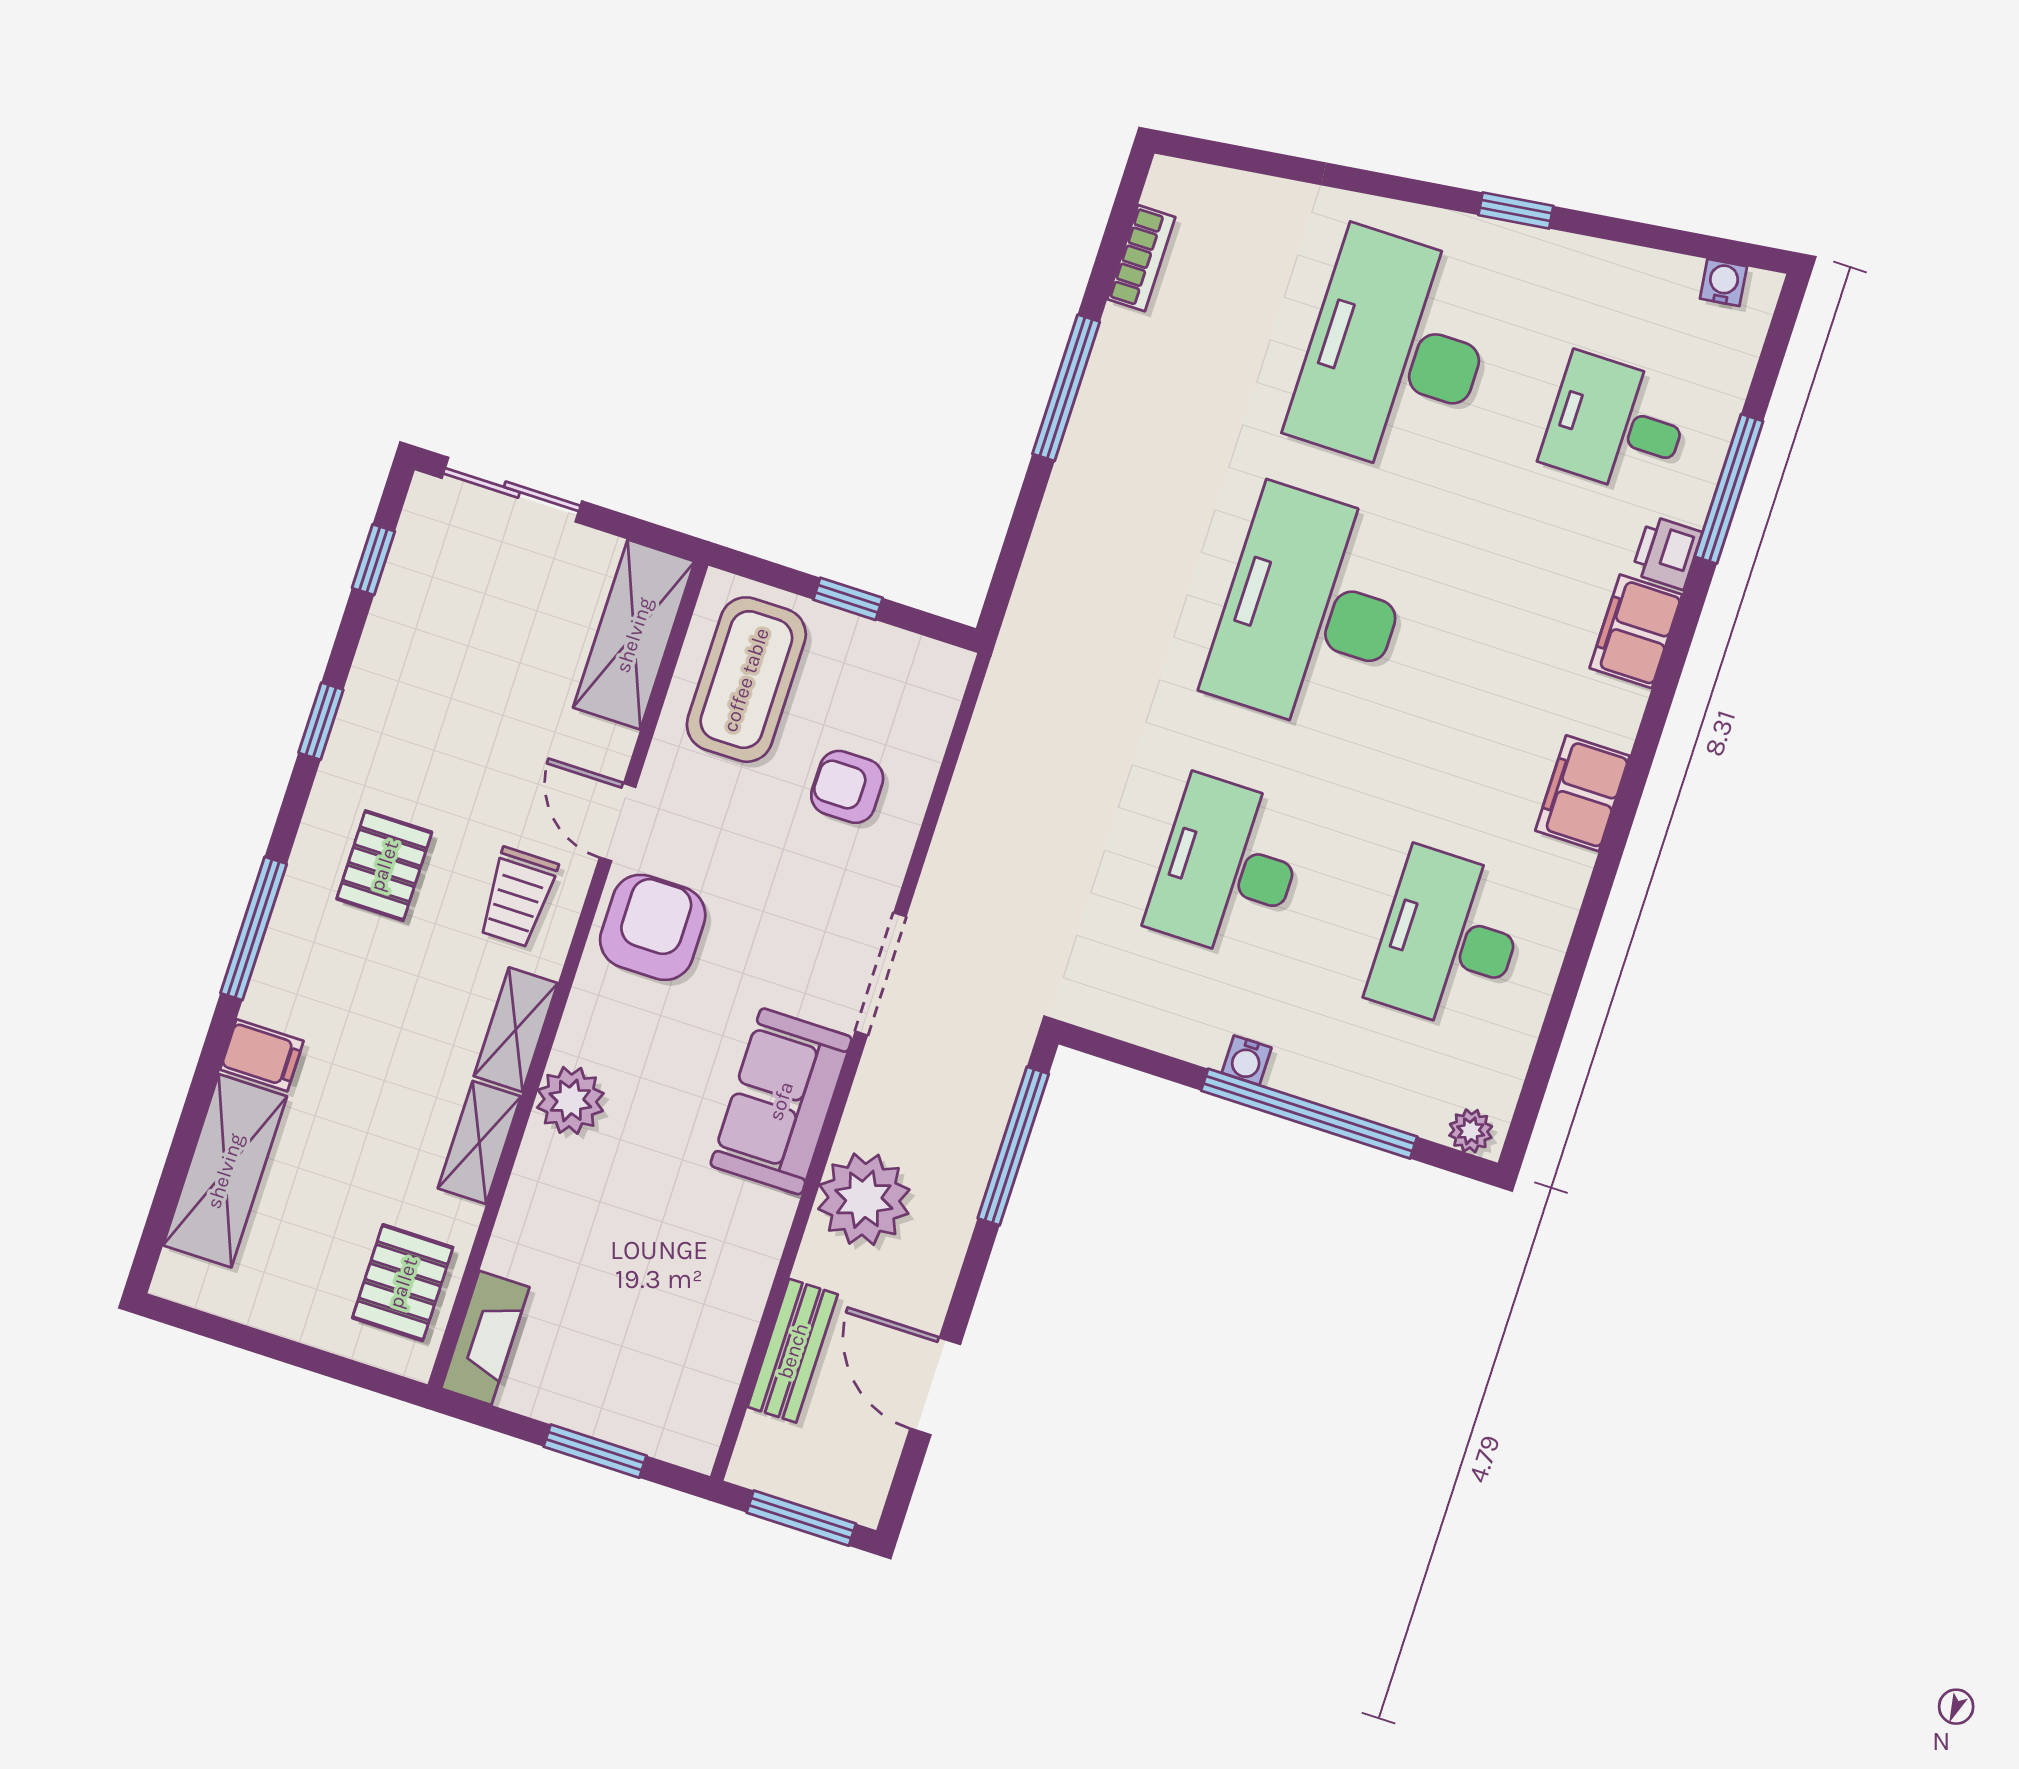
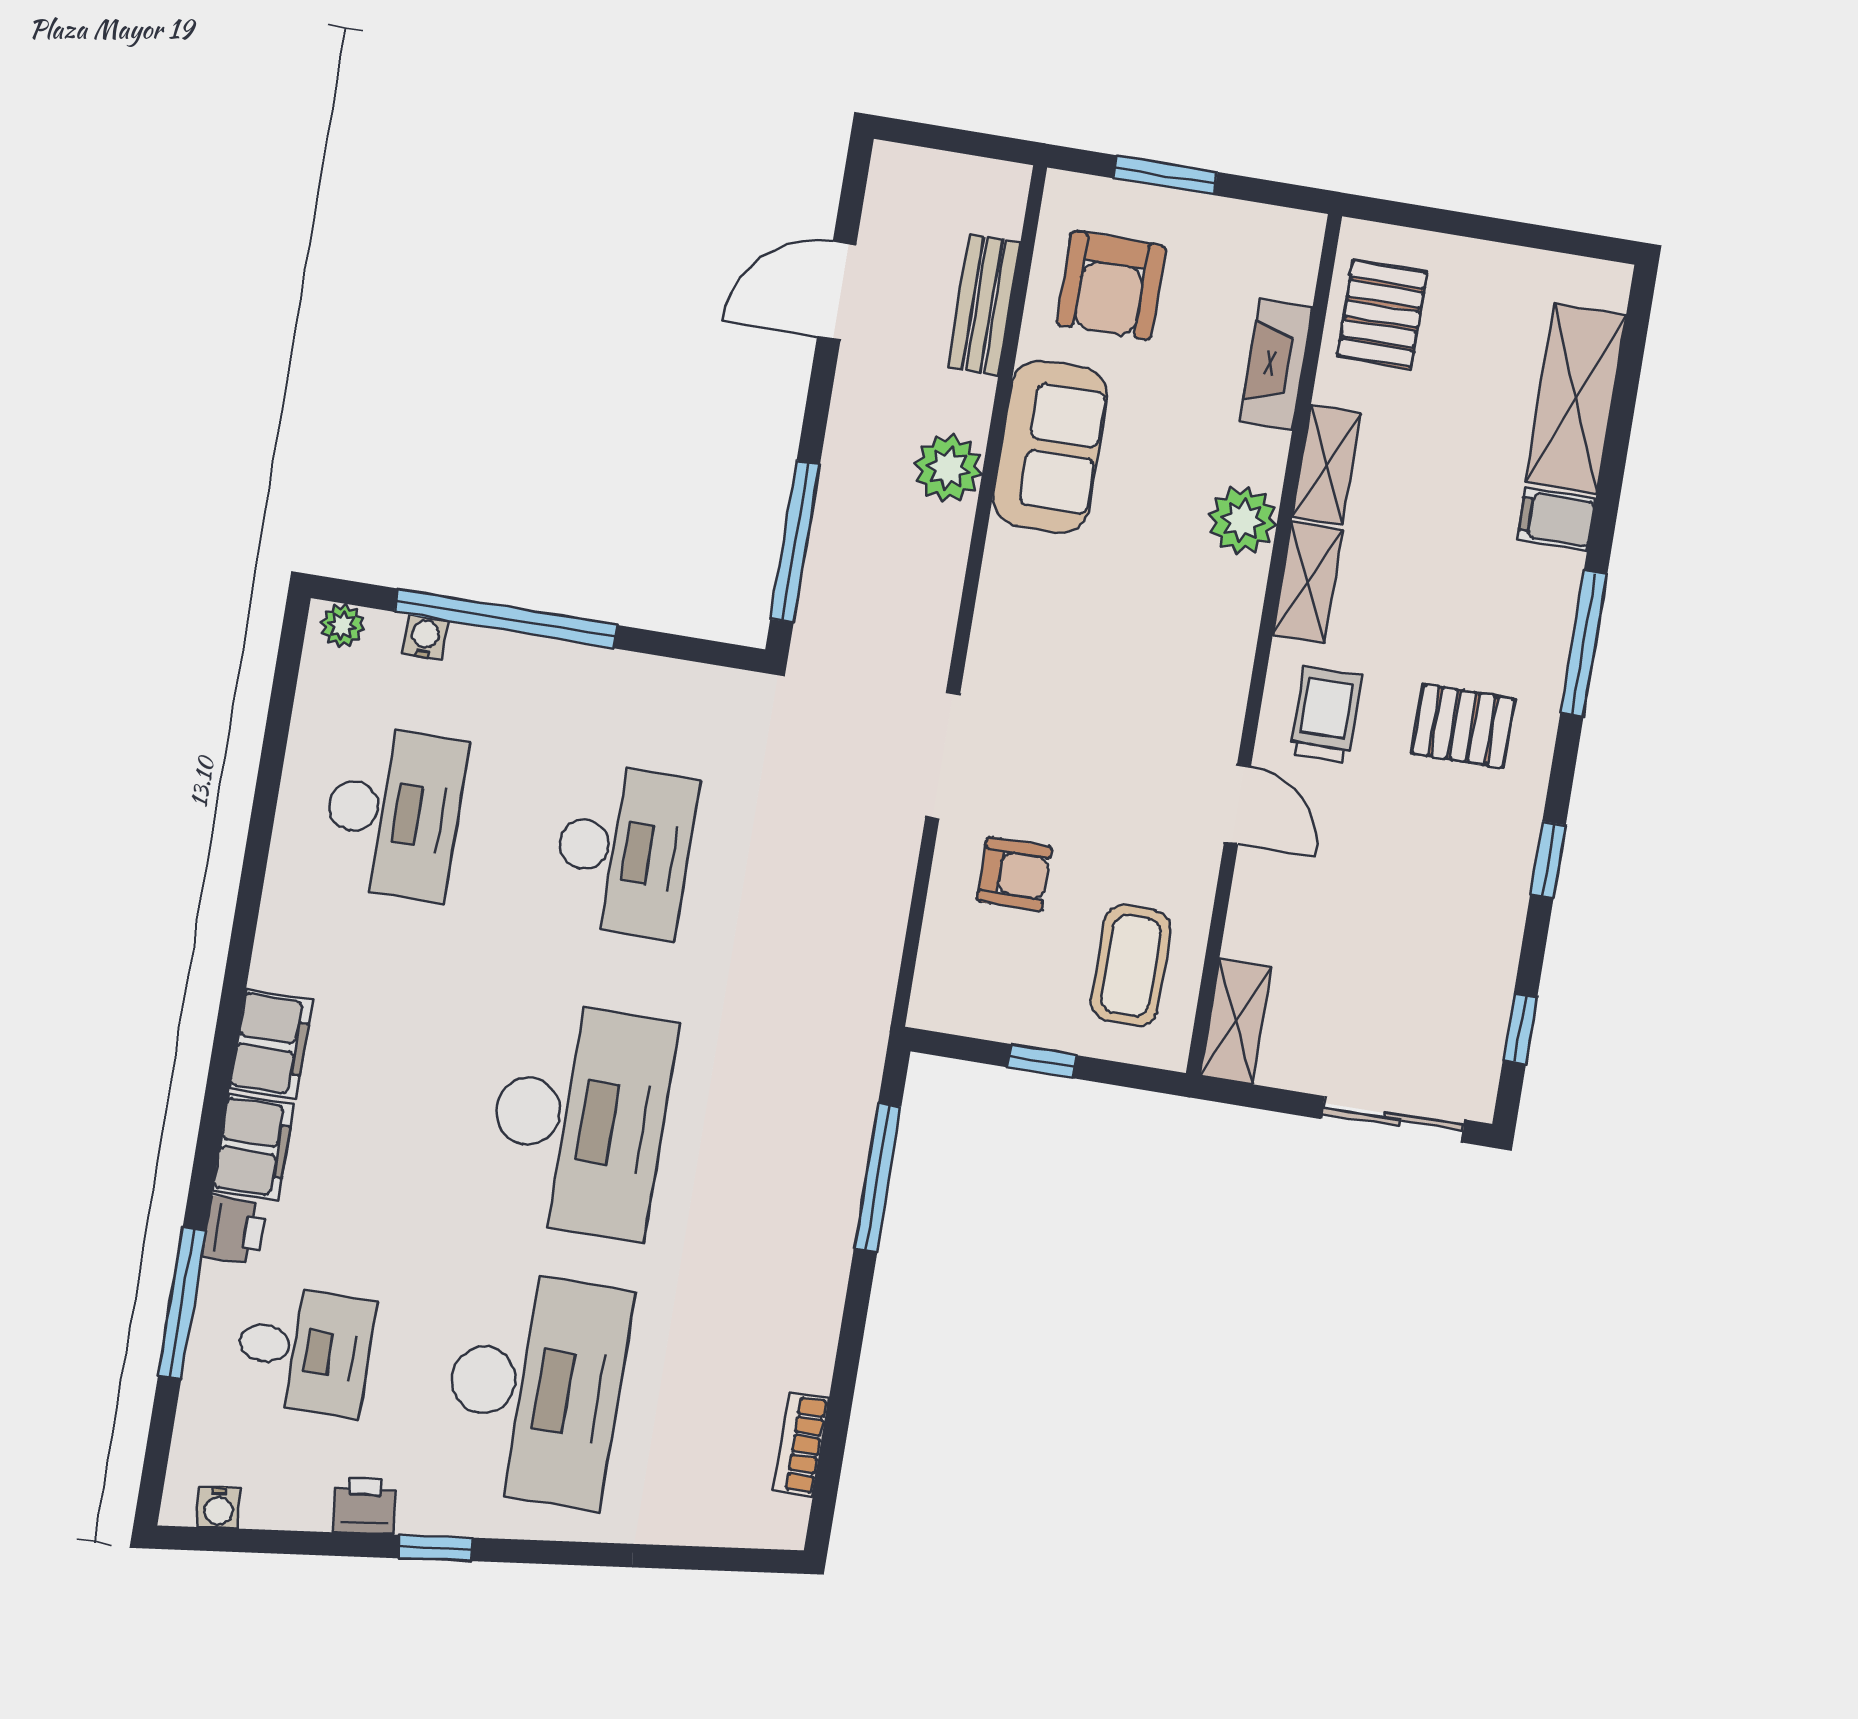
printer: (1580, 262) -> (365, 1506), added
window: (1066, 388) -> (878, 1178), moved
shelving: (634, 635) -> (1236, 1021), width x0.67, depth x0.75
coffee table: (746, 680) -> (1131, 966), width x0.73, depth x0.76
filing cabinet: (1583, 793) -> (271, 1044), moved
pallet: (384, 866) -> (1463, 726), turned 90
armchair: (653, 927) -> (1111, 285), moved
doorway: (881, 974) -> (943, 756), moved
water cooler: (1247, 1060) -> (425, 637), moved
sofa: (781, 1101) -> (1050, 447), moved
plant: (864, 1199) -> (948, 468), width x0.73, depth x0.73
fireplace: (485, 1338) -> (1276, 364), moved
door: (935, 1386) -> (837, 291), swing flipped
window: (801, 1518) -> (950, 140), removed

